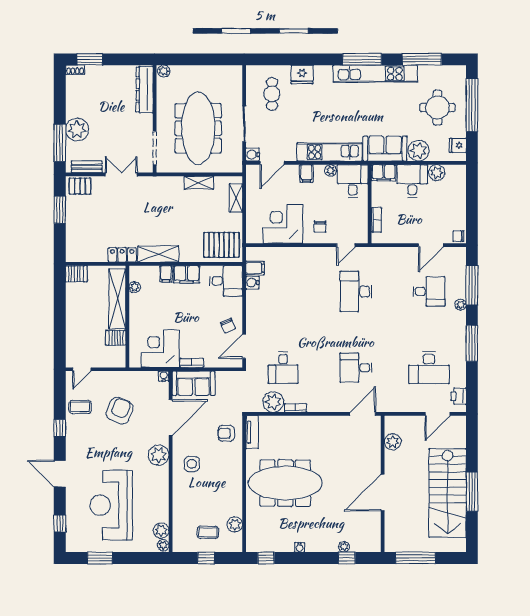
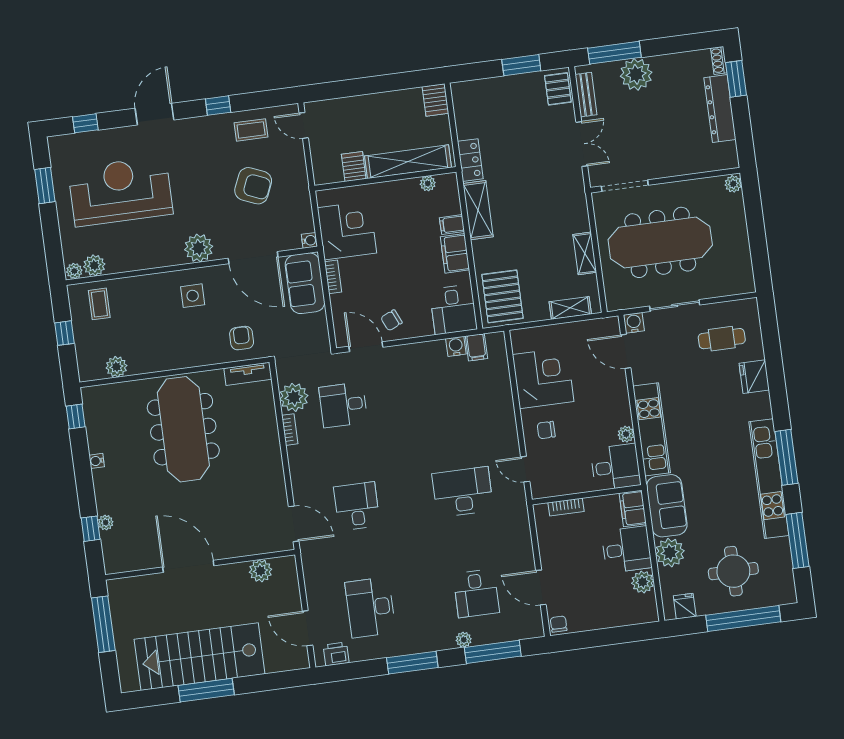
dresser: (145, 89) -> (720, 109), moved, turned -90
filing cabinet: (306, 173) -> (618, 401), removed
coffee table: (80, 407) -> (251, 130), turned 90
coffee table: (208, 532) -> (99, 304), moved

